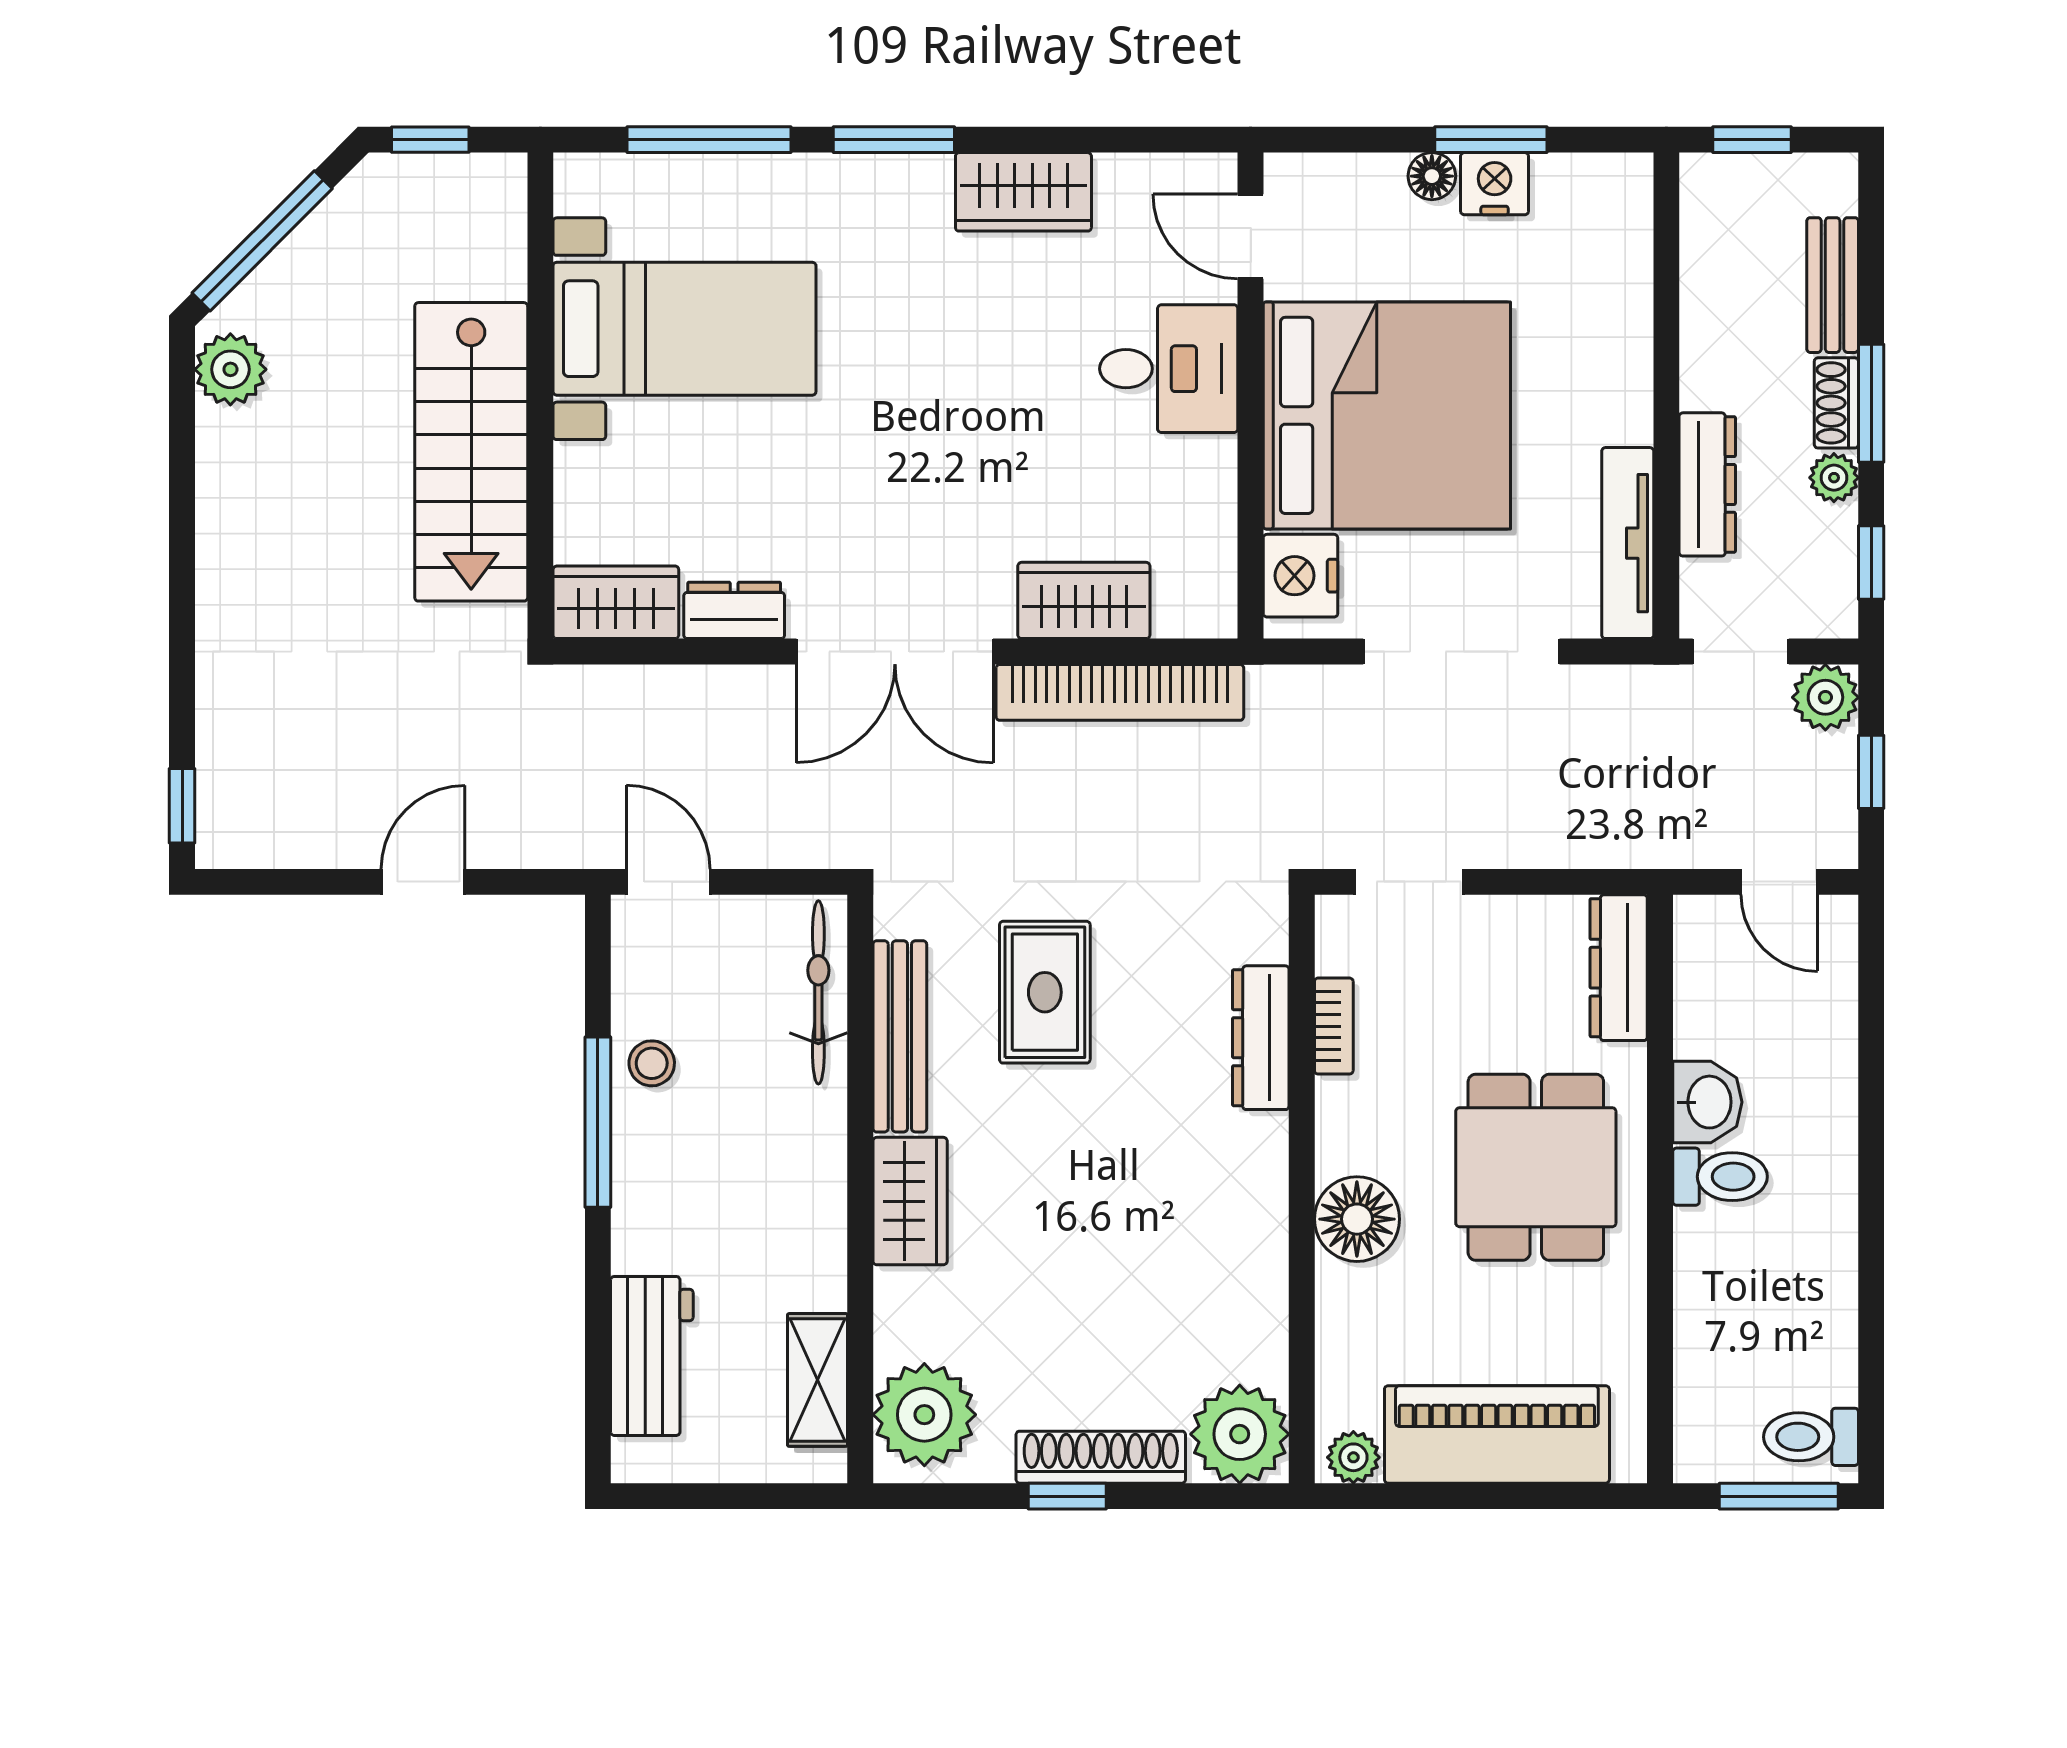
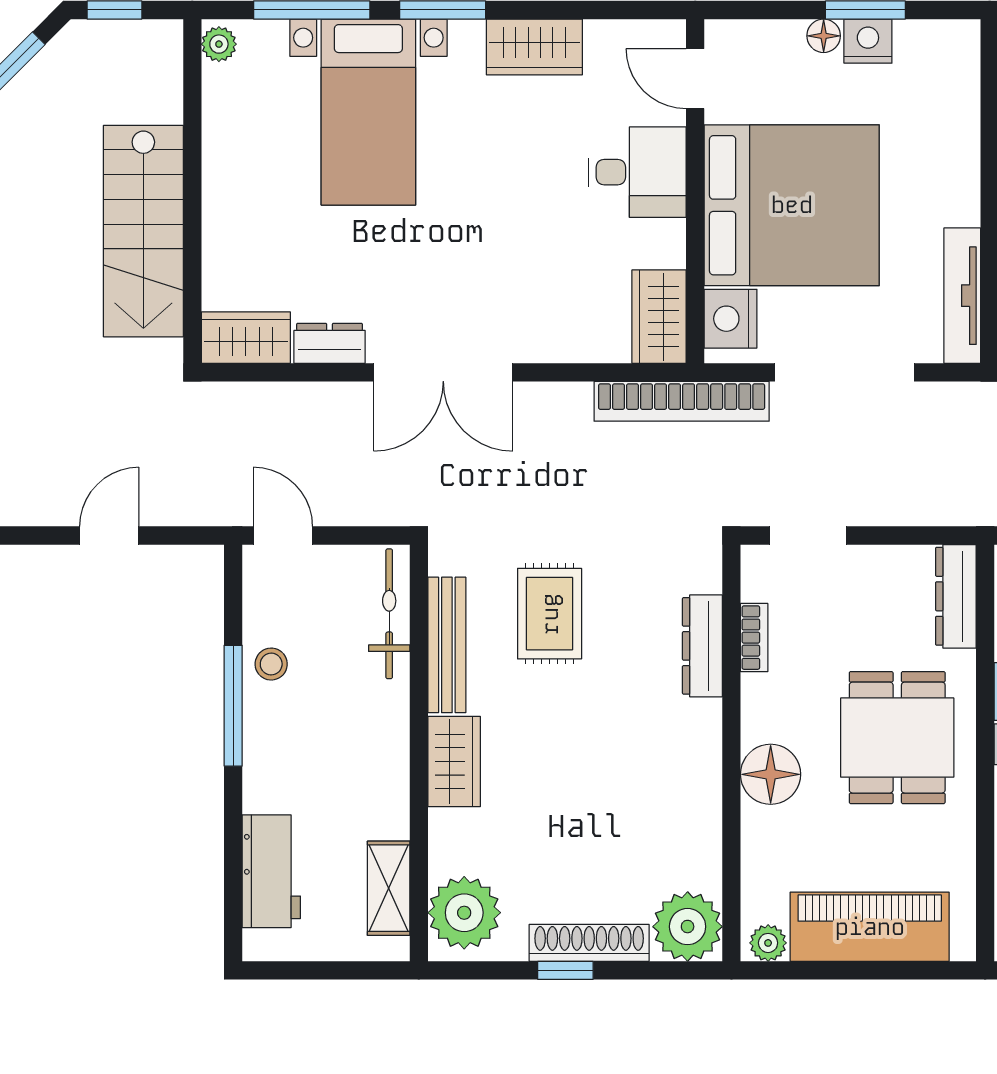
plant: (578, 188) -> (219, 44), added
bed with nightstands: (684, 329) -> (368, 112), moved, turned 90
wardrobe: (1084, 600) -> (659, 317), moved, turned -90
bookcase: (1120, 692) -> (682, 401), moved

